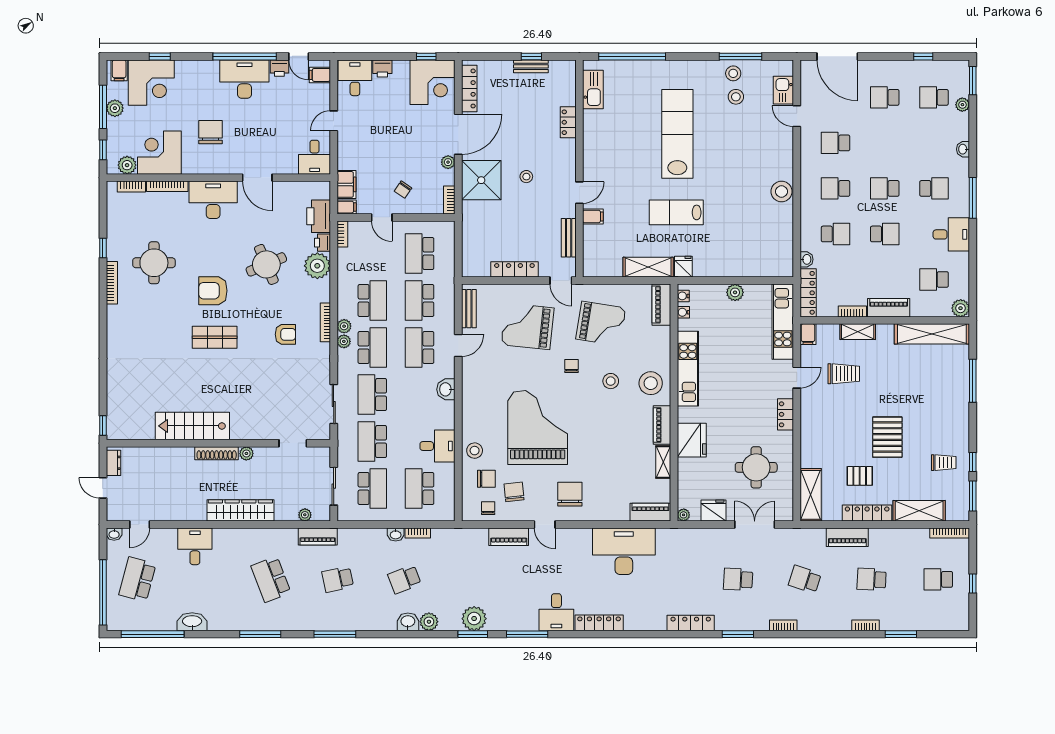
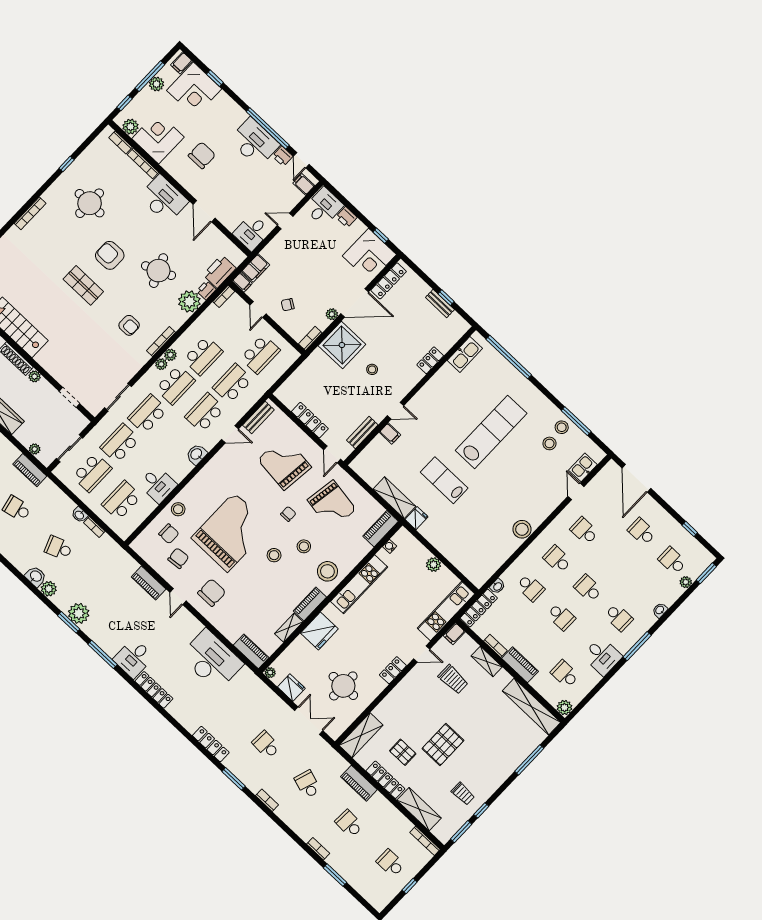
school desk: (420, 253) -> (260, 354), turned 180
bookcase: (112, 283) -> (30, 213), moved
water cooler: (683, 296) -> (399, 536), removed
stool: (593, 412) -> (274, 555), added
chair: (488, 508) -> (153, 553), removed

